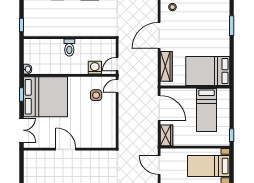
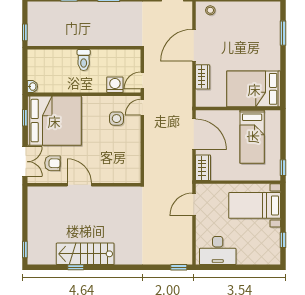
wardrobe: (166, 66) -> (203, 77), width x0.67
armchair: (44, 132) -> (52, 163), added
door: (159, 165) -> (194, 204), hinge flipped

